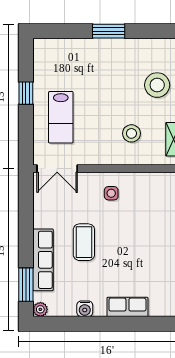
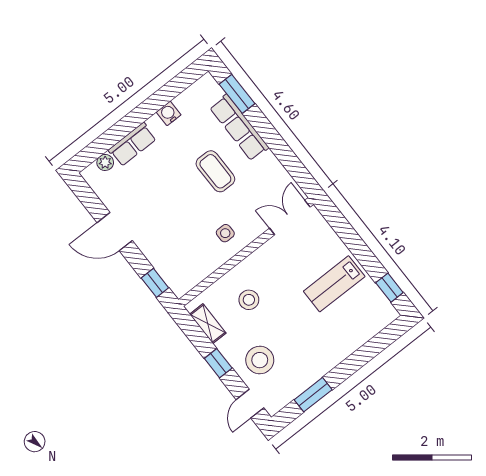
window: (109, 31) -> (313, 395), moved
window: (26, 93) -> (389, 288), moved
lab bench: (61, 117) -> (334, 284), moved, turned -90
plant: (40, 309) -> (105, 162), moved

